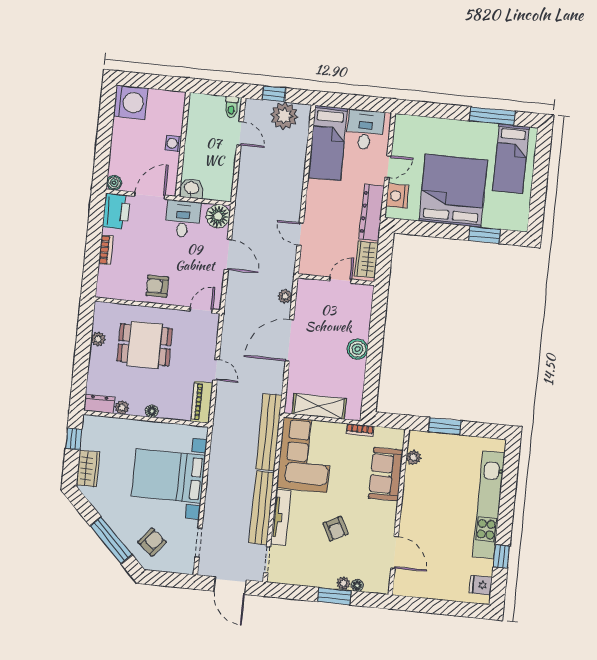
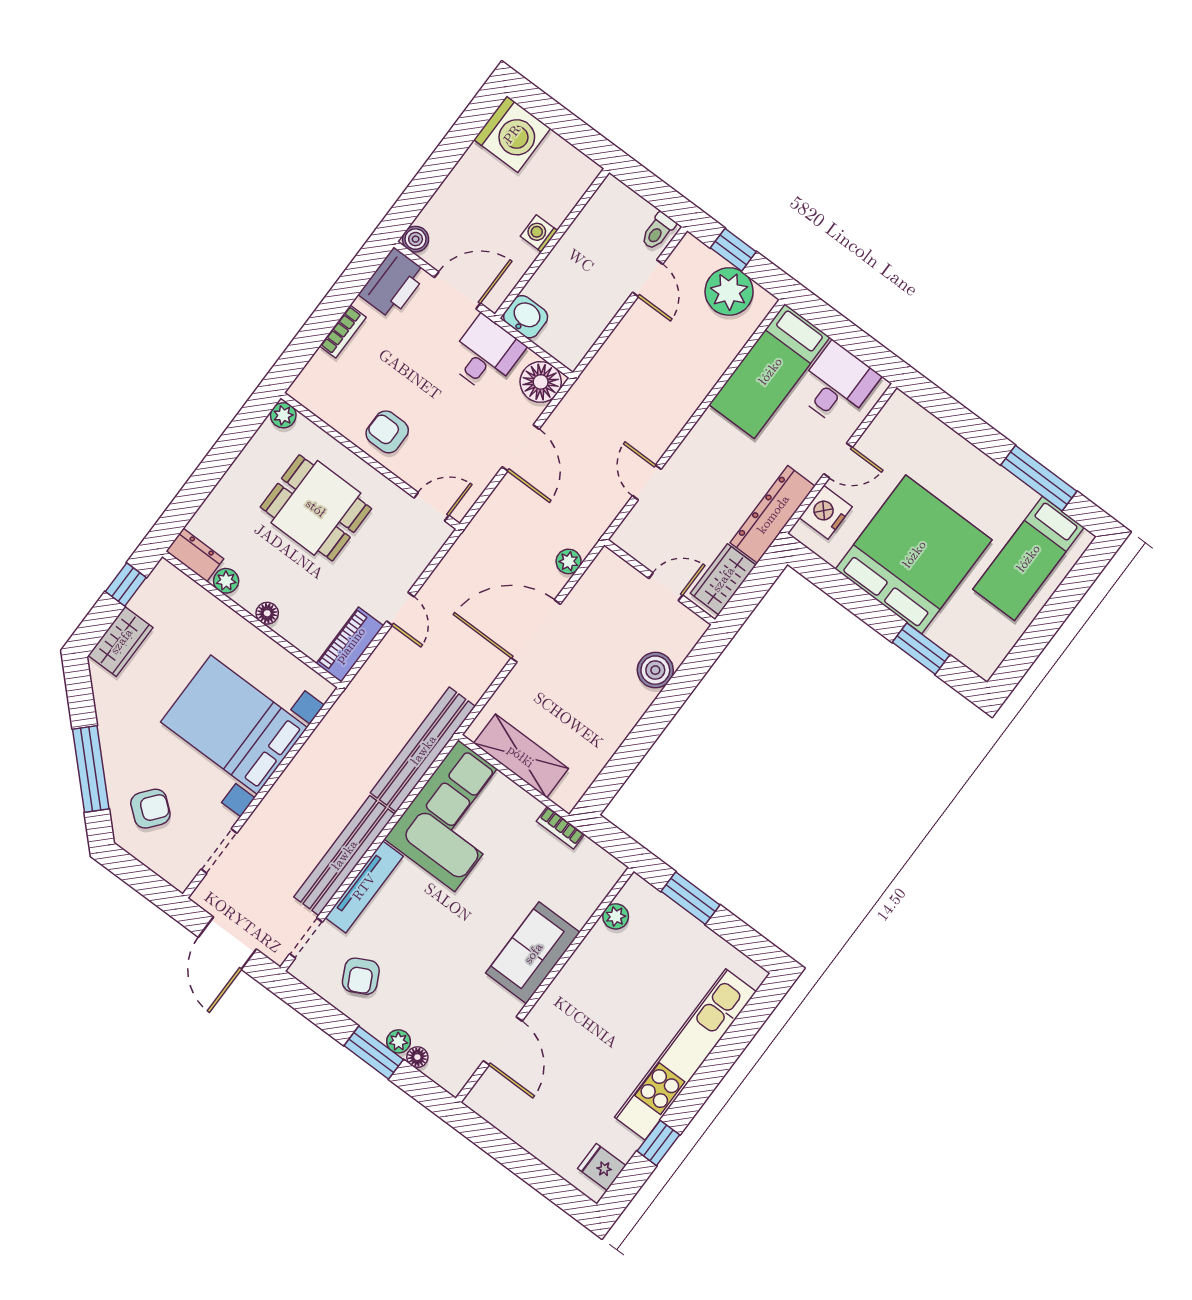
plant: (98, 339) -> (283, 415), moved
boiler: (357, 349) -> (655, 670), moved
sofa: (386, 474) -> (533, 953), moved
armchair: (335, 529) -> (361, 976), moved

